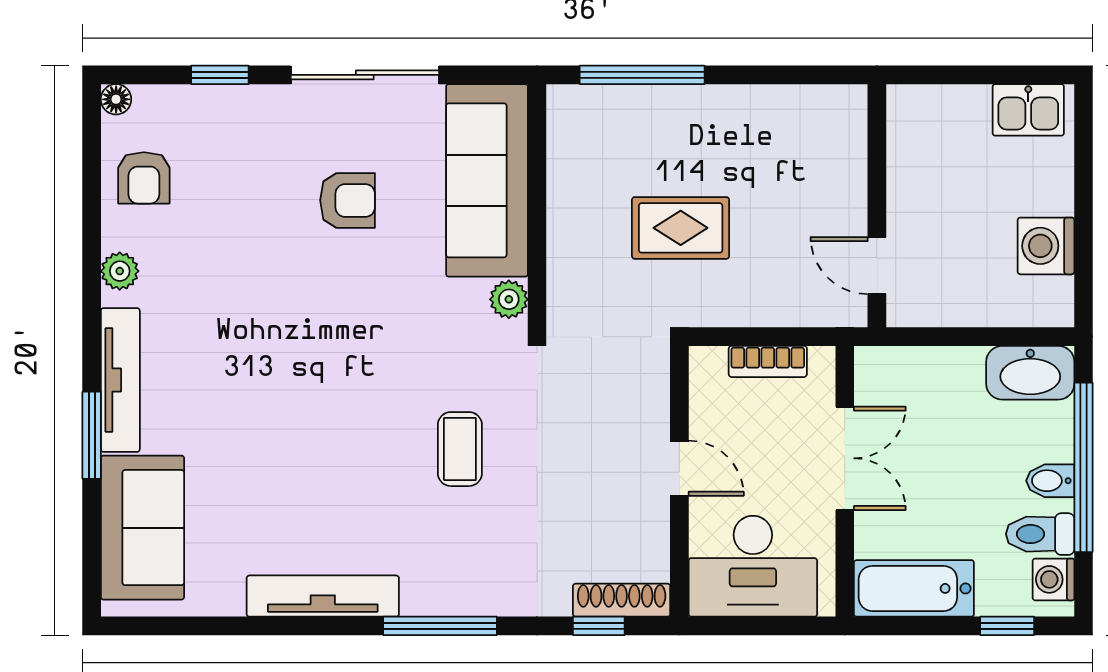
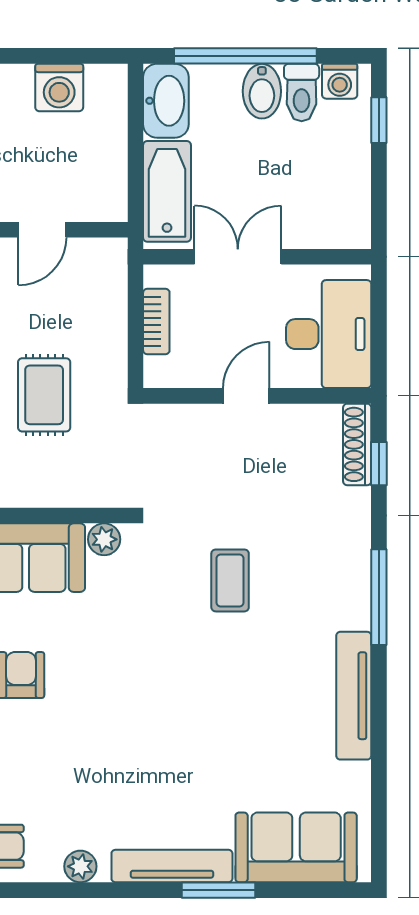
door: (877, 266) -> (42, 230), moved
coffee table: (460, 449) -> (230, 580), turned 90
bidet: (1050, 481) -> (262, 91), width x1.38, depth x1.36
bathtub: (914, 588) -> (167, 191), moved, turned 180

